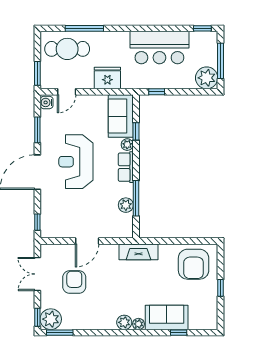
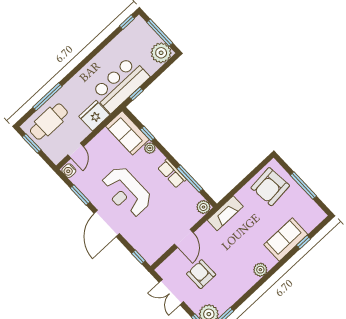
bar counter: (159, 48) -> (120, 85), moved, turned 180
window: (37, 73) -> (32, 143), moved
row of seats: (126, 167) -> (172, 174), moved
plant: (126, 205) -> (203, 207), moved
armchair: (194, 264) -> (270, 187), turned 85
window: (221, 288) -> (303, 186), width x2.17
plant: (139, 324) -> (271, 262), removed

